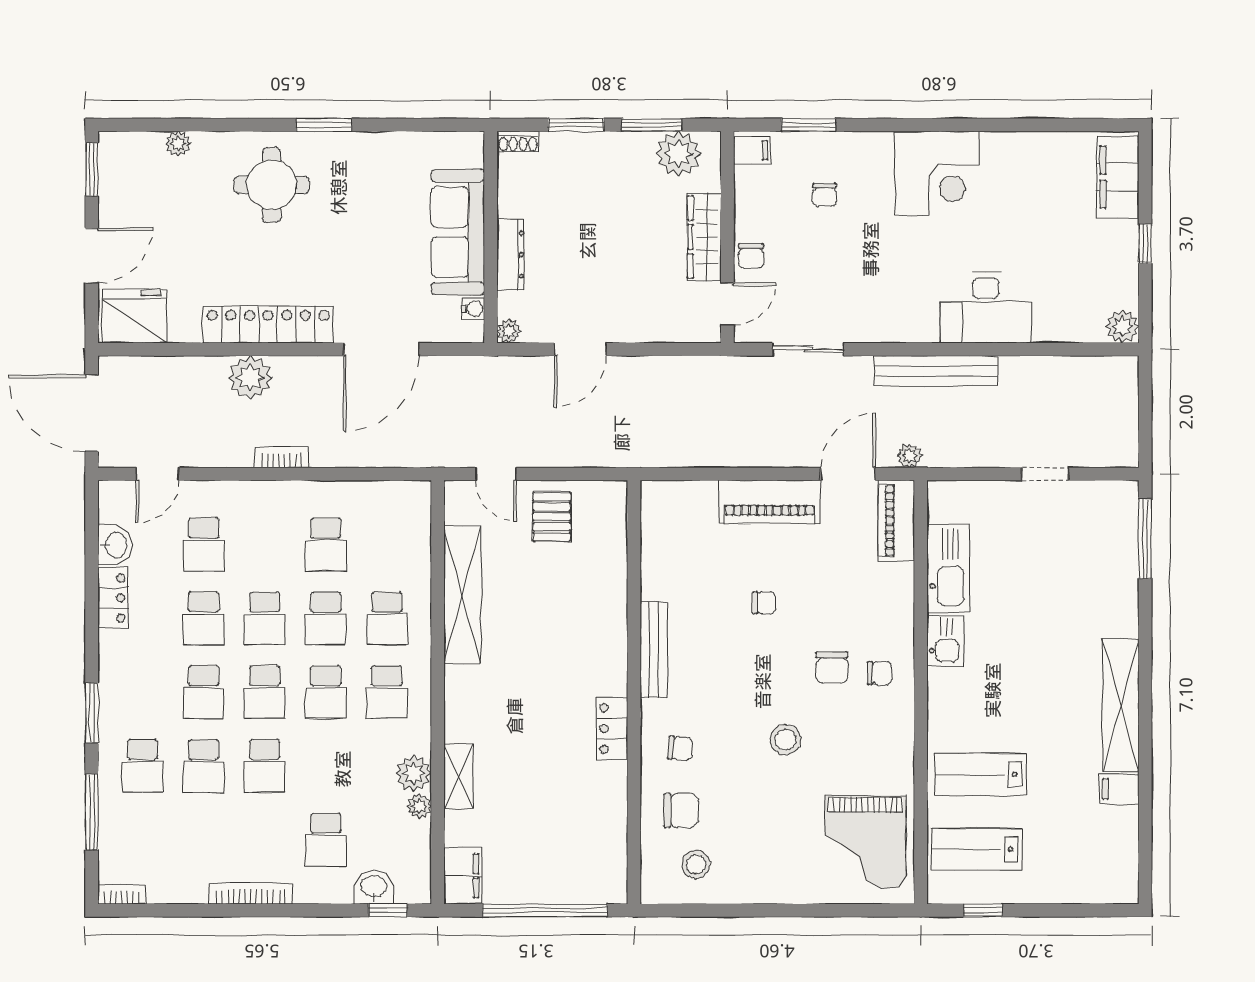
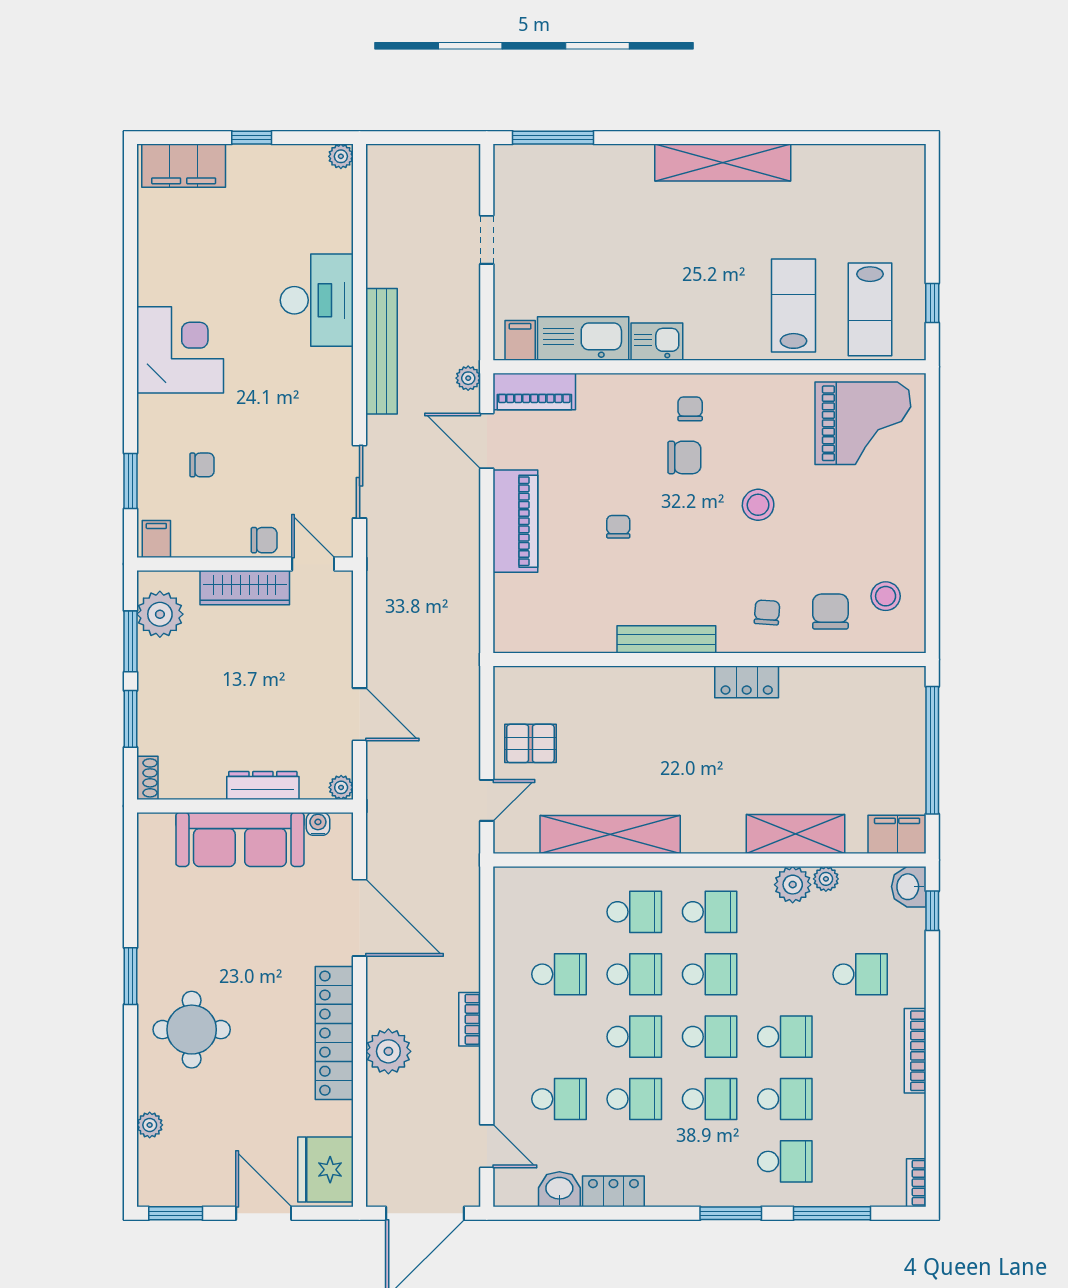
plant: (1122, 326) -> (341, 156), width x0.73, depth x0.73
lab bench: (981, 774) -> (794, 305), turned 180
shelving: (458, 776) -> (795, 834), width x1.50, depth x1.33
filing cabinet: (1119, 789) -> (520, 340), moved, turned 180
washbasin: (374, 887) -> (909, 887), moved

